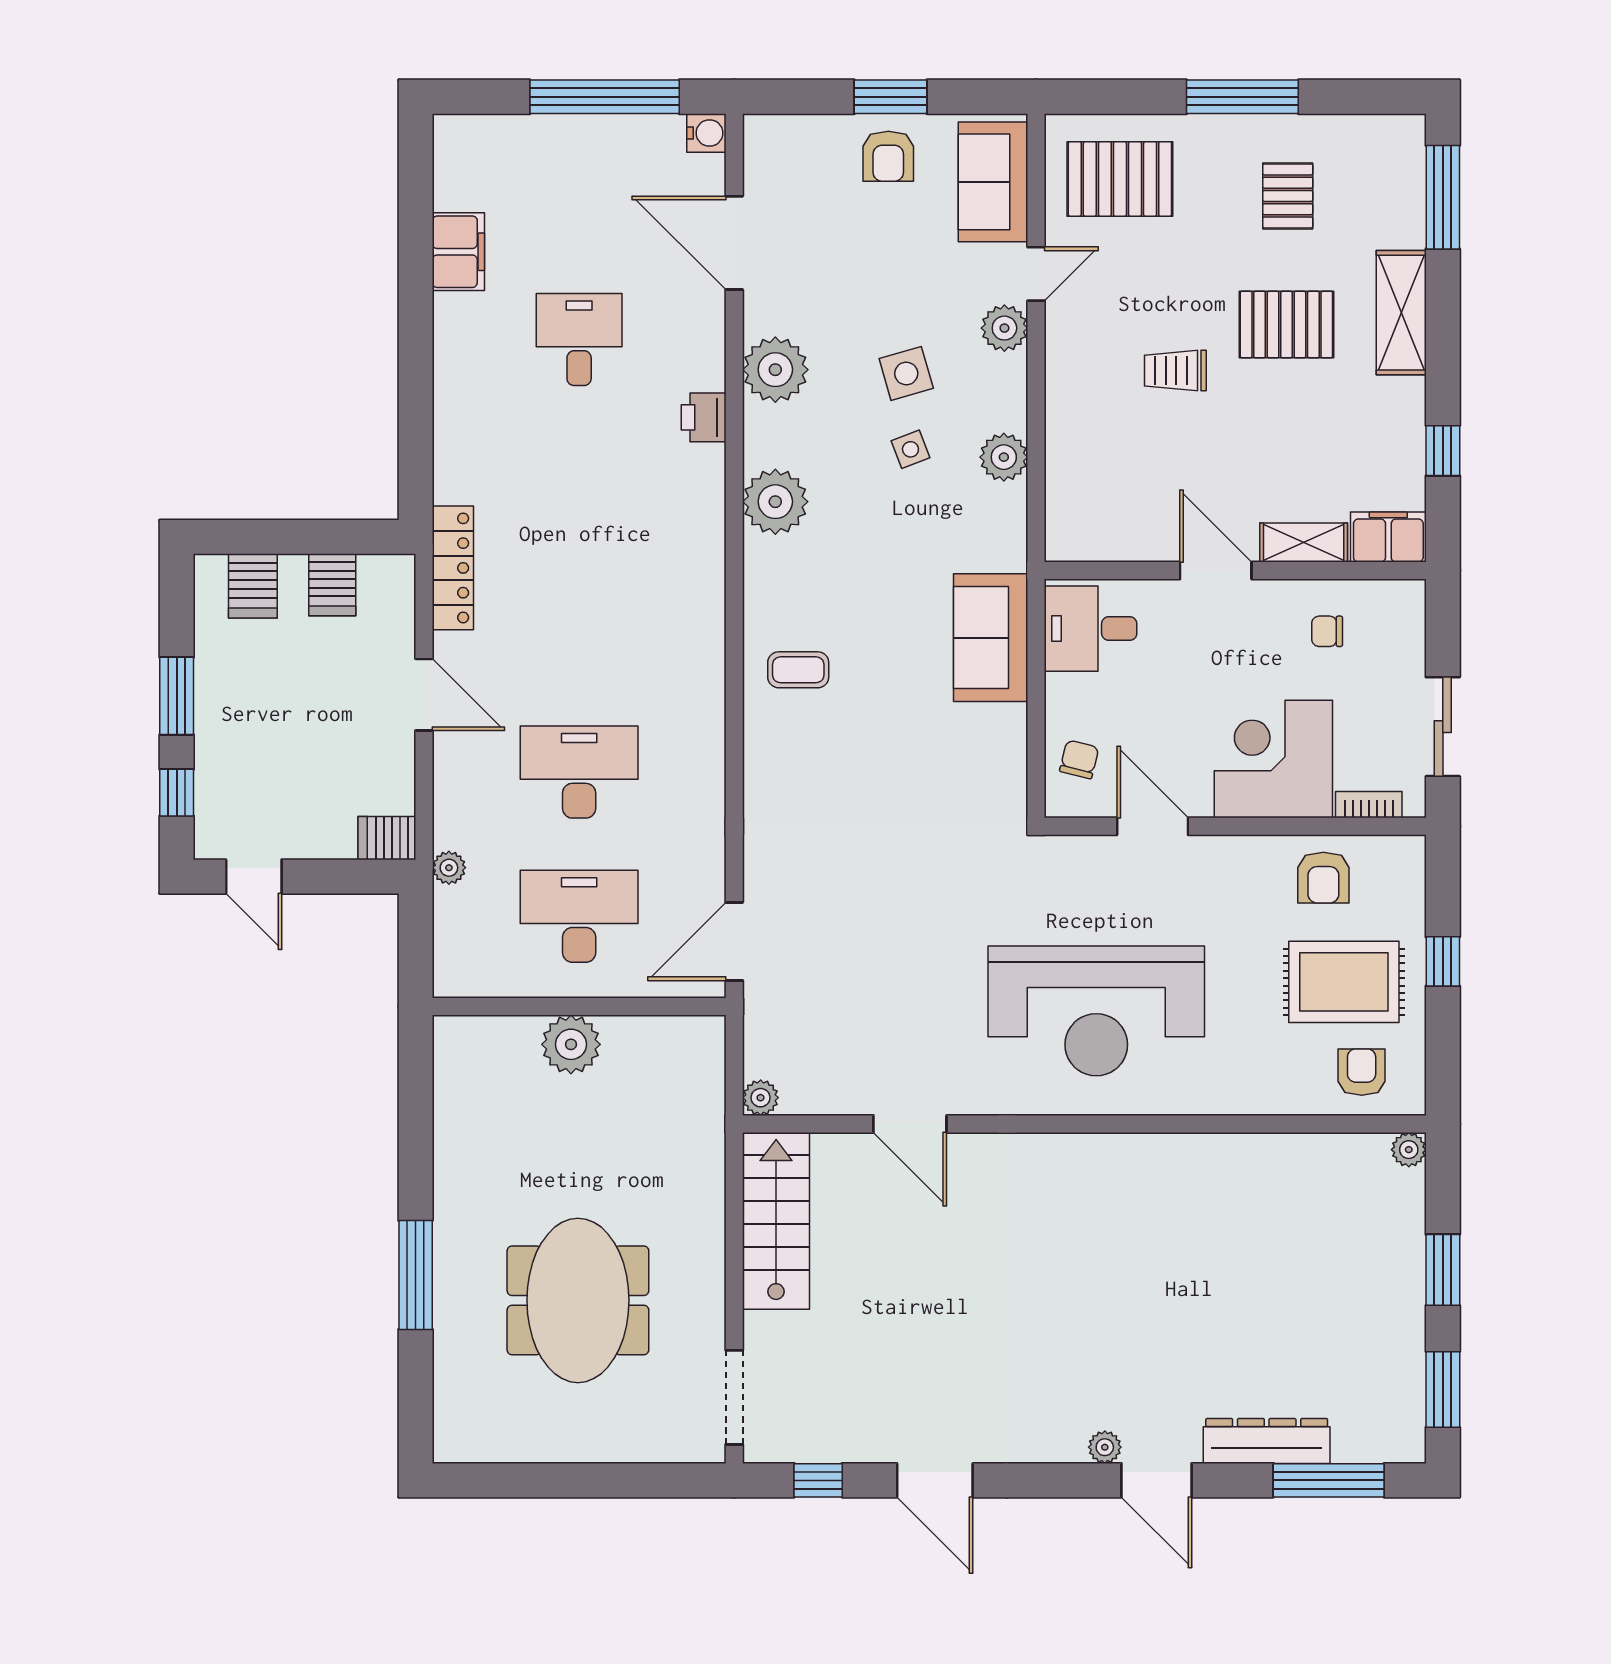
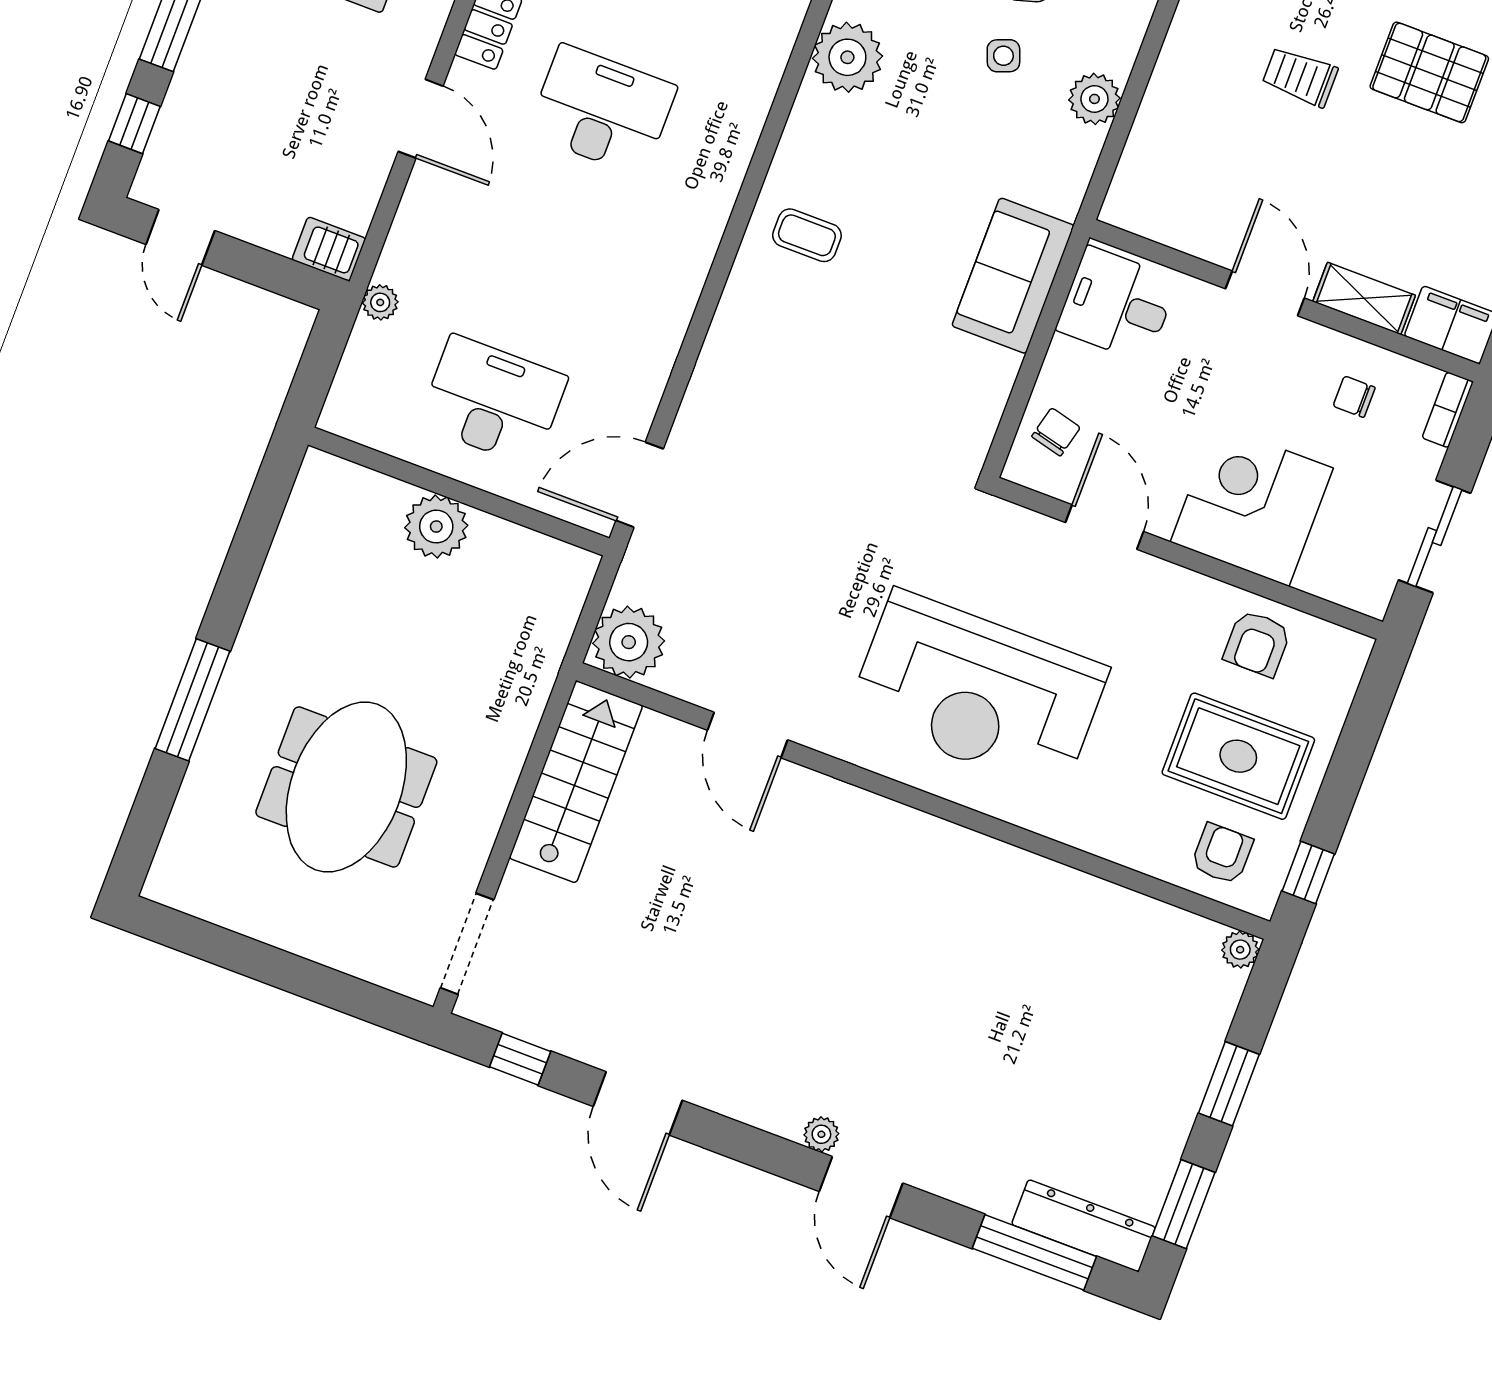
desk: (579, 772) -> (602, 110), moved
bookcase: (1369, 805) -> (1448, 410), moved, turned -90
window: (1443, 961) -> (1308, 872), moved
plant: (761, 1098) -> (629, 642), width x1.87, depth x1.87
dresser: (1267, 1441) -> (1084, 1226), moved

